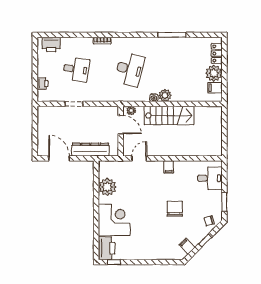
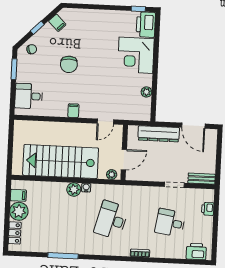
bench: (49, 111) -> (202, 179), added
stairs: (169, 115) -> (61, 162), width x1.36, depth x1.51
door: (121, 125) -> (124, 160), swing flipped
plant: (107, 187) -> (146, 92), width x0.53, depth x0.53

